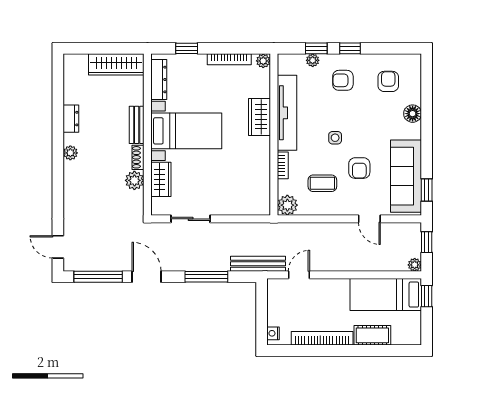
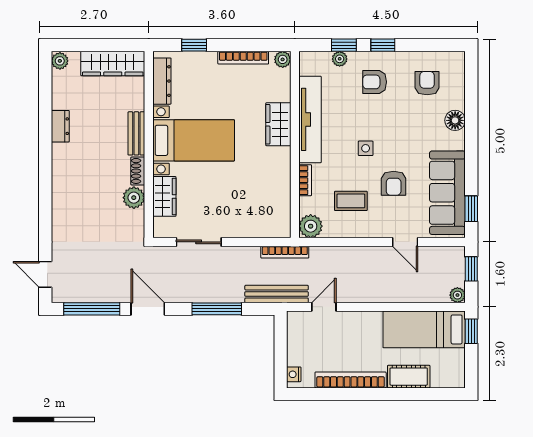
plant: (70, 153) -> (60, 61), moved
bookcase: (265, 228) -> (285, 252), added

